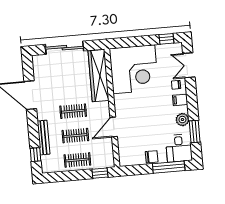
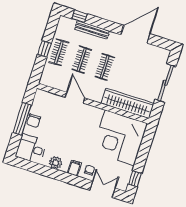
window: (195, 131) -> (40, 169), removed
window: (169, 167) -> (22, 119), moved
window: (100, 173) -> (44, 49), moved

